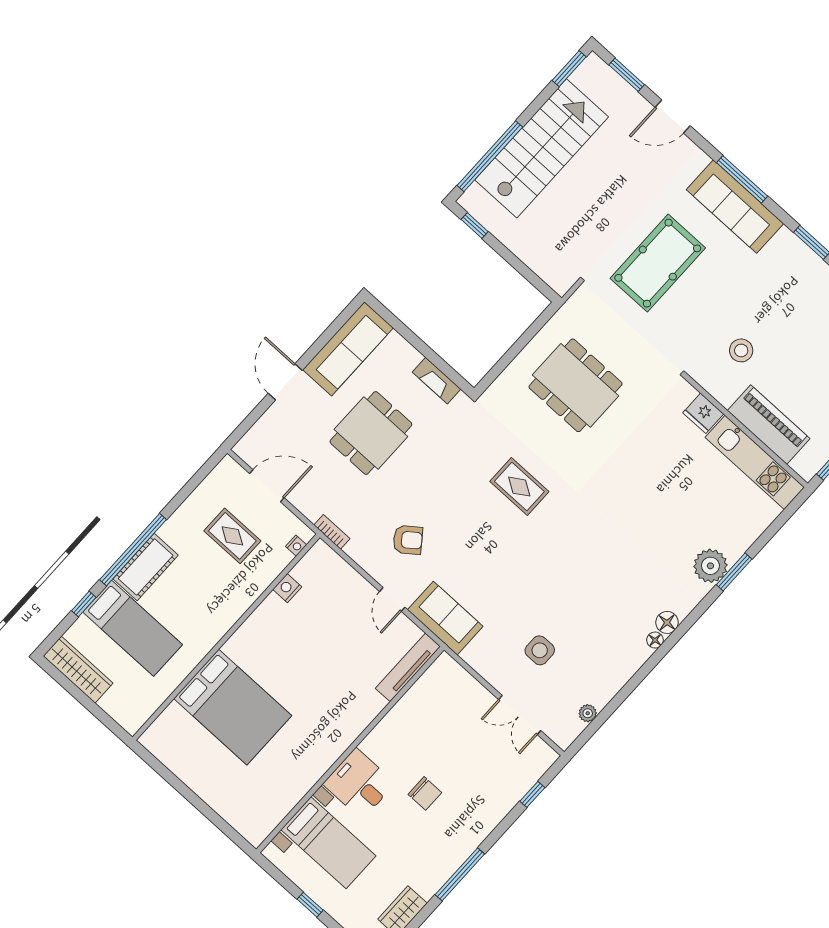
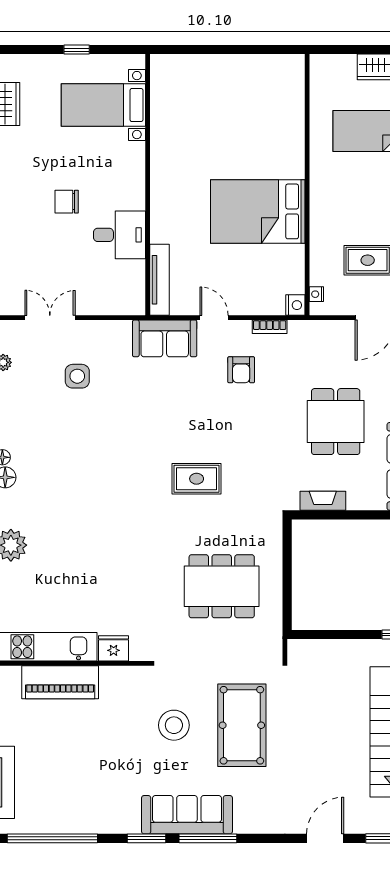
window: (742, 179) -> (208, 838), moved
sofa: (735, 207) -> (187, 815), moved
stool: (741, 350) -> (174, 725), moved, width x1.38, depth x1.38
bookcase: (332, 532) -> (270, 327), moved
armchair: (408, 540) -> (241, 370), turned -53
nightstand: (287, 588) -> (295, 305), moved
bed: (233, 707) -> (258, 211), moved
desk: (359, 784) -> (119, 235), moved

